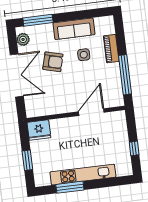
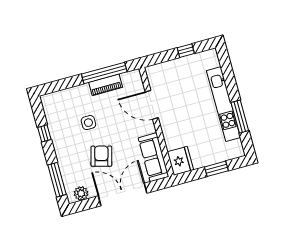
window: (80, 15) -> (44, 133), added
sofa: (74, 29) -> (153, 157), moved, turned 180
piano: (111, 49) -> (106, 85), moved

